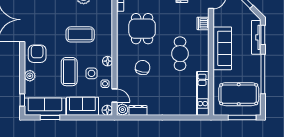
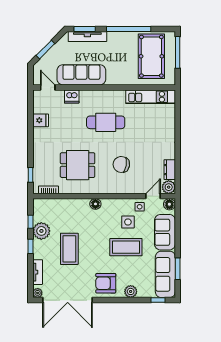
coffee table: (80, 34) -> (69, 249), moved
sofa: (222, 48) -> (81, 75), moved
floor lamp: (108, 61) -> (95, 204), moved

